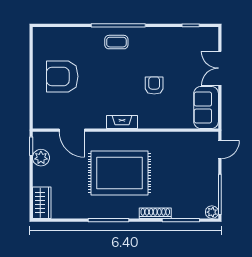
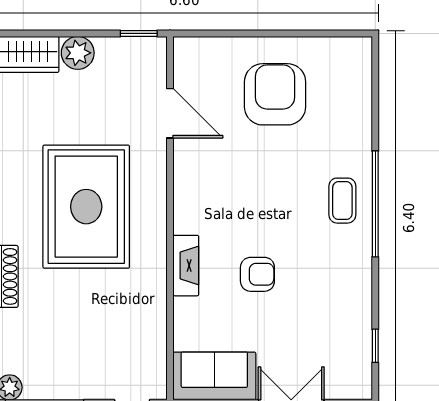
fireplace: (122, 122) -> (186, 266), moved
door: (72, 130) -> (170, 113), swing flipped
plant: (41, 158) -> (78, 53), moved

